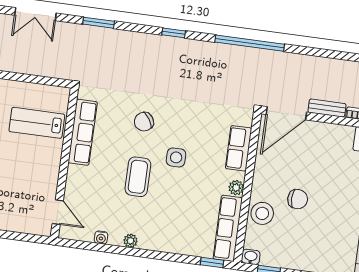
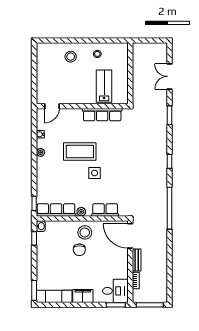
chair: (144, 122) -> (114, 151), removed
coffee table: (138, 177) -> (80, 152), width x1.36, depth x1.32
stool: (262, 213) -> (85, 232), moved

